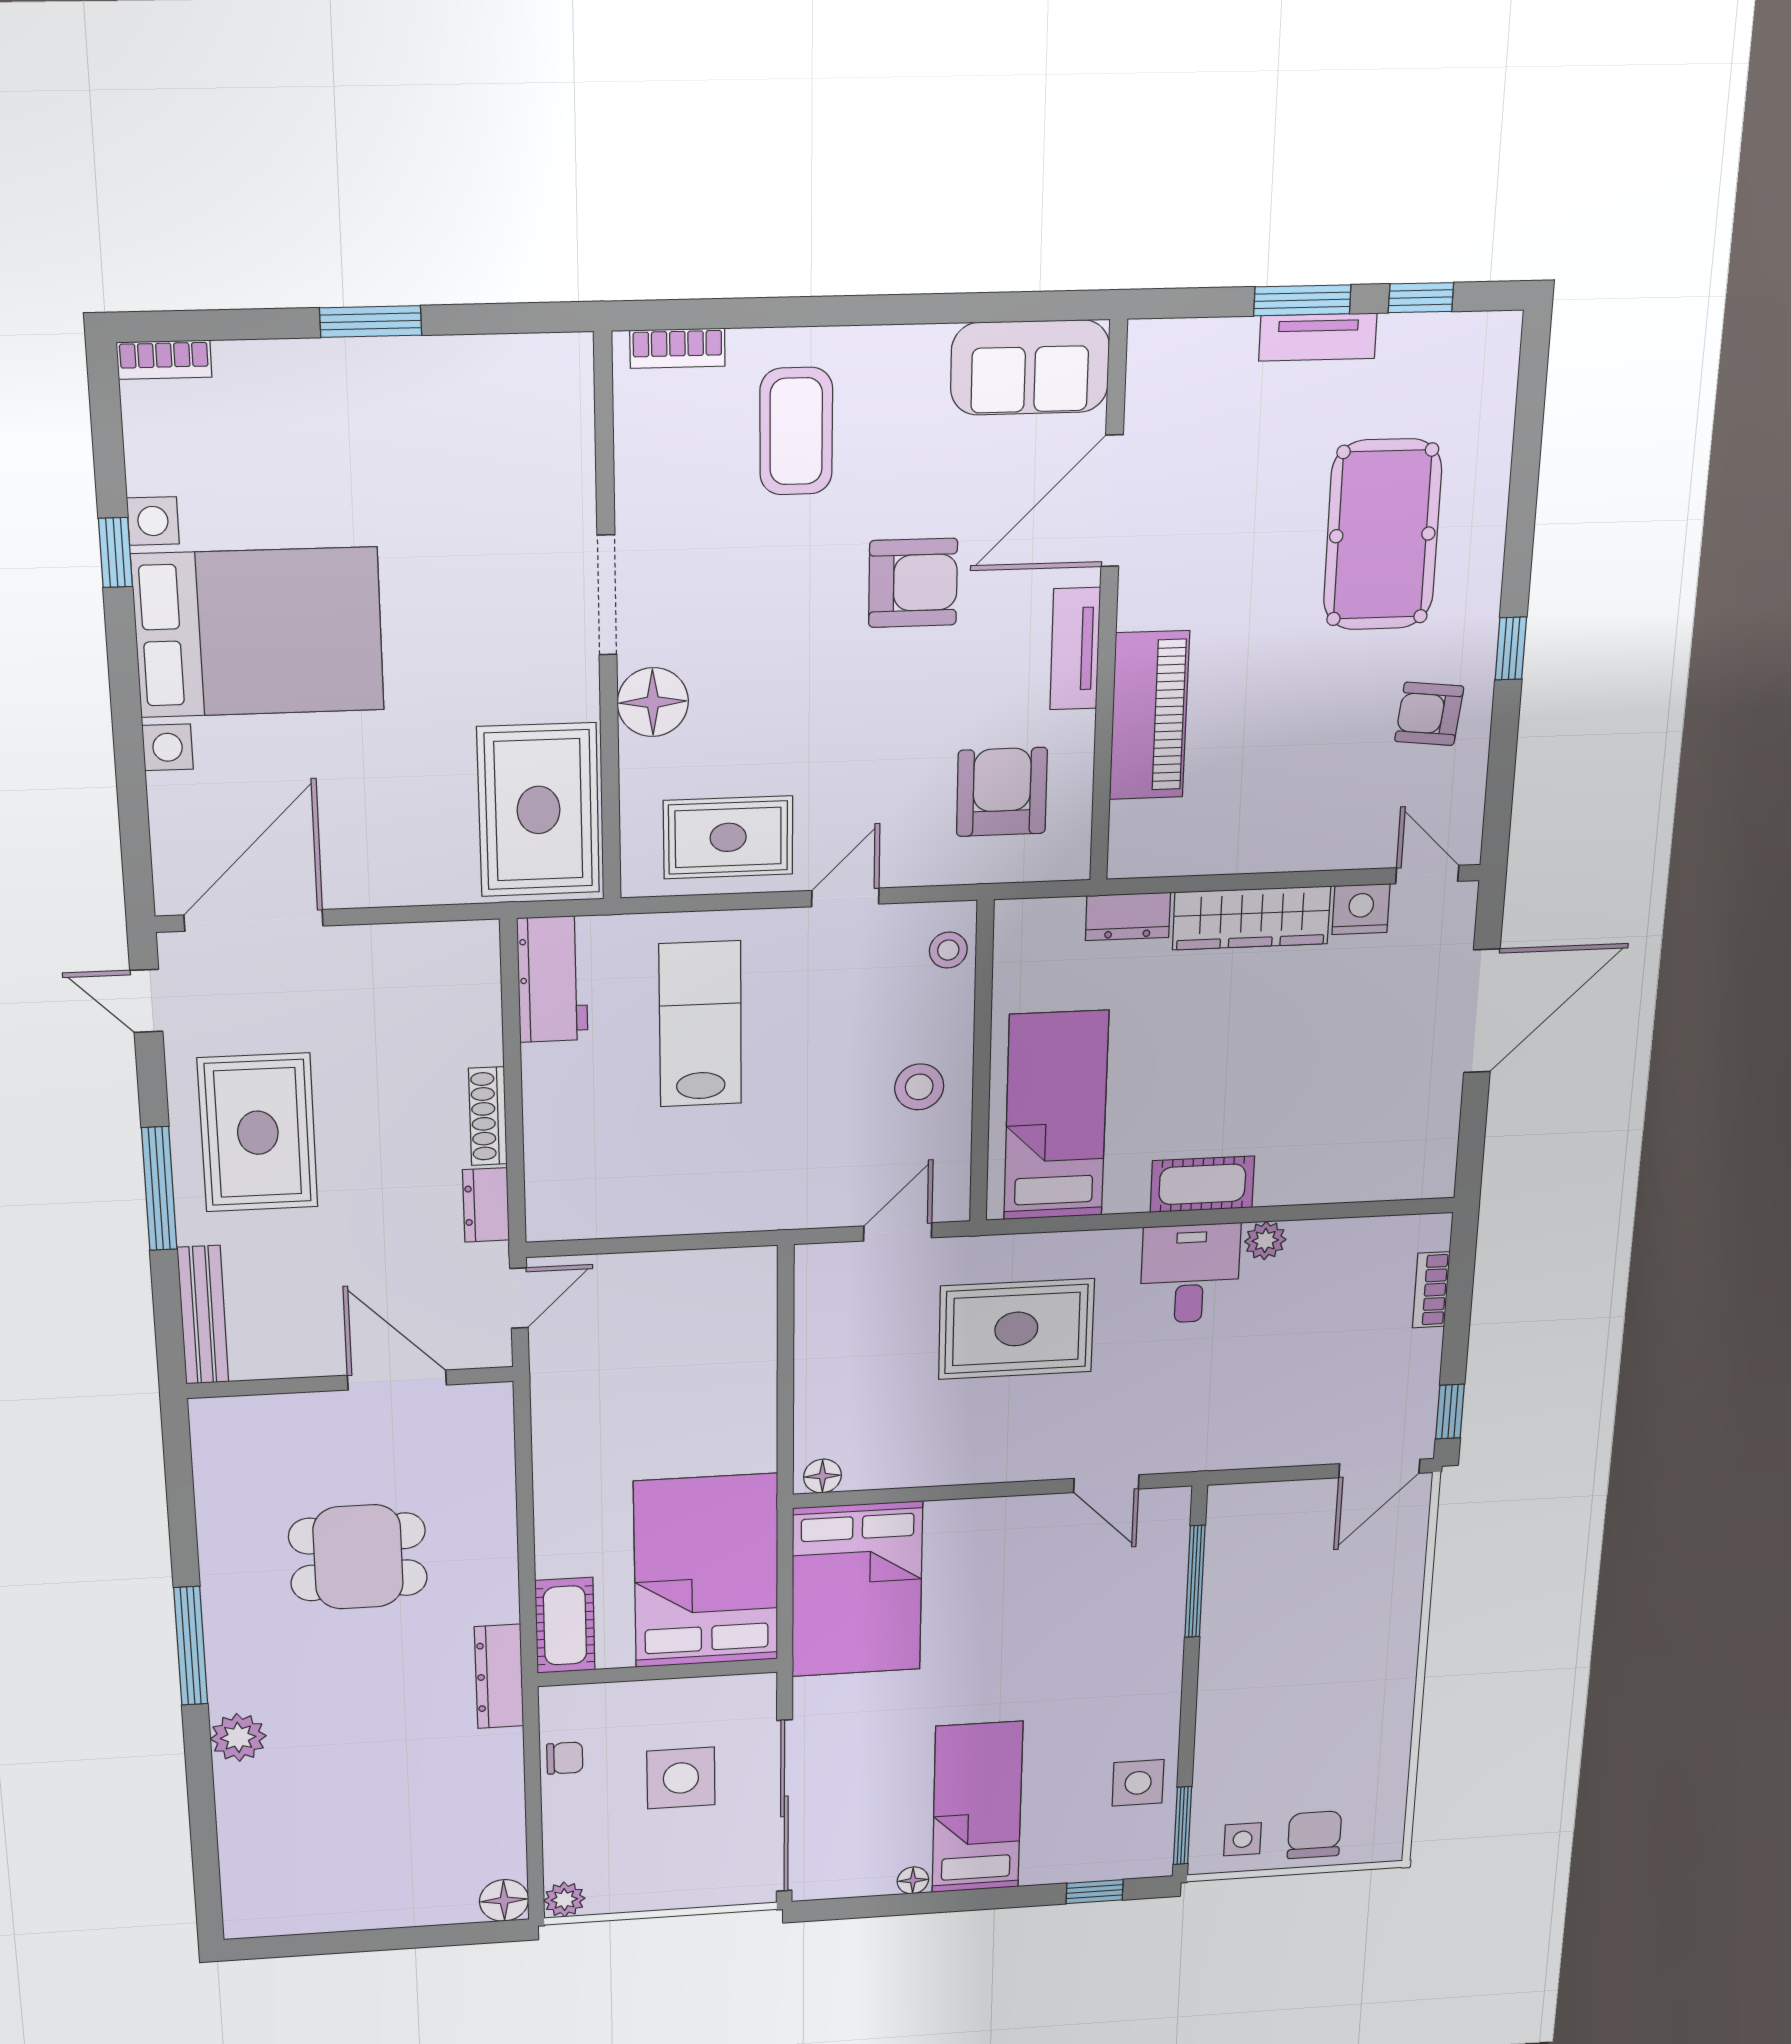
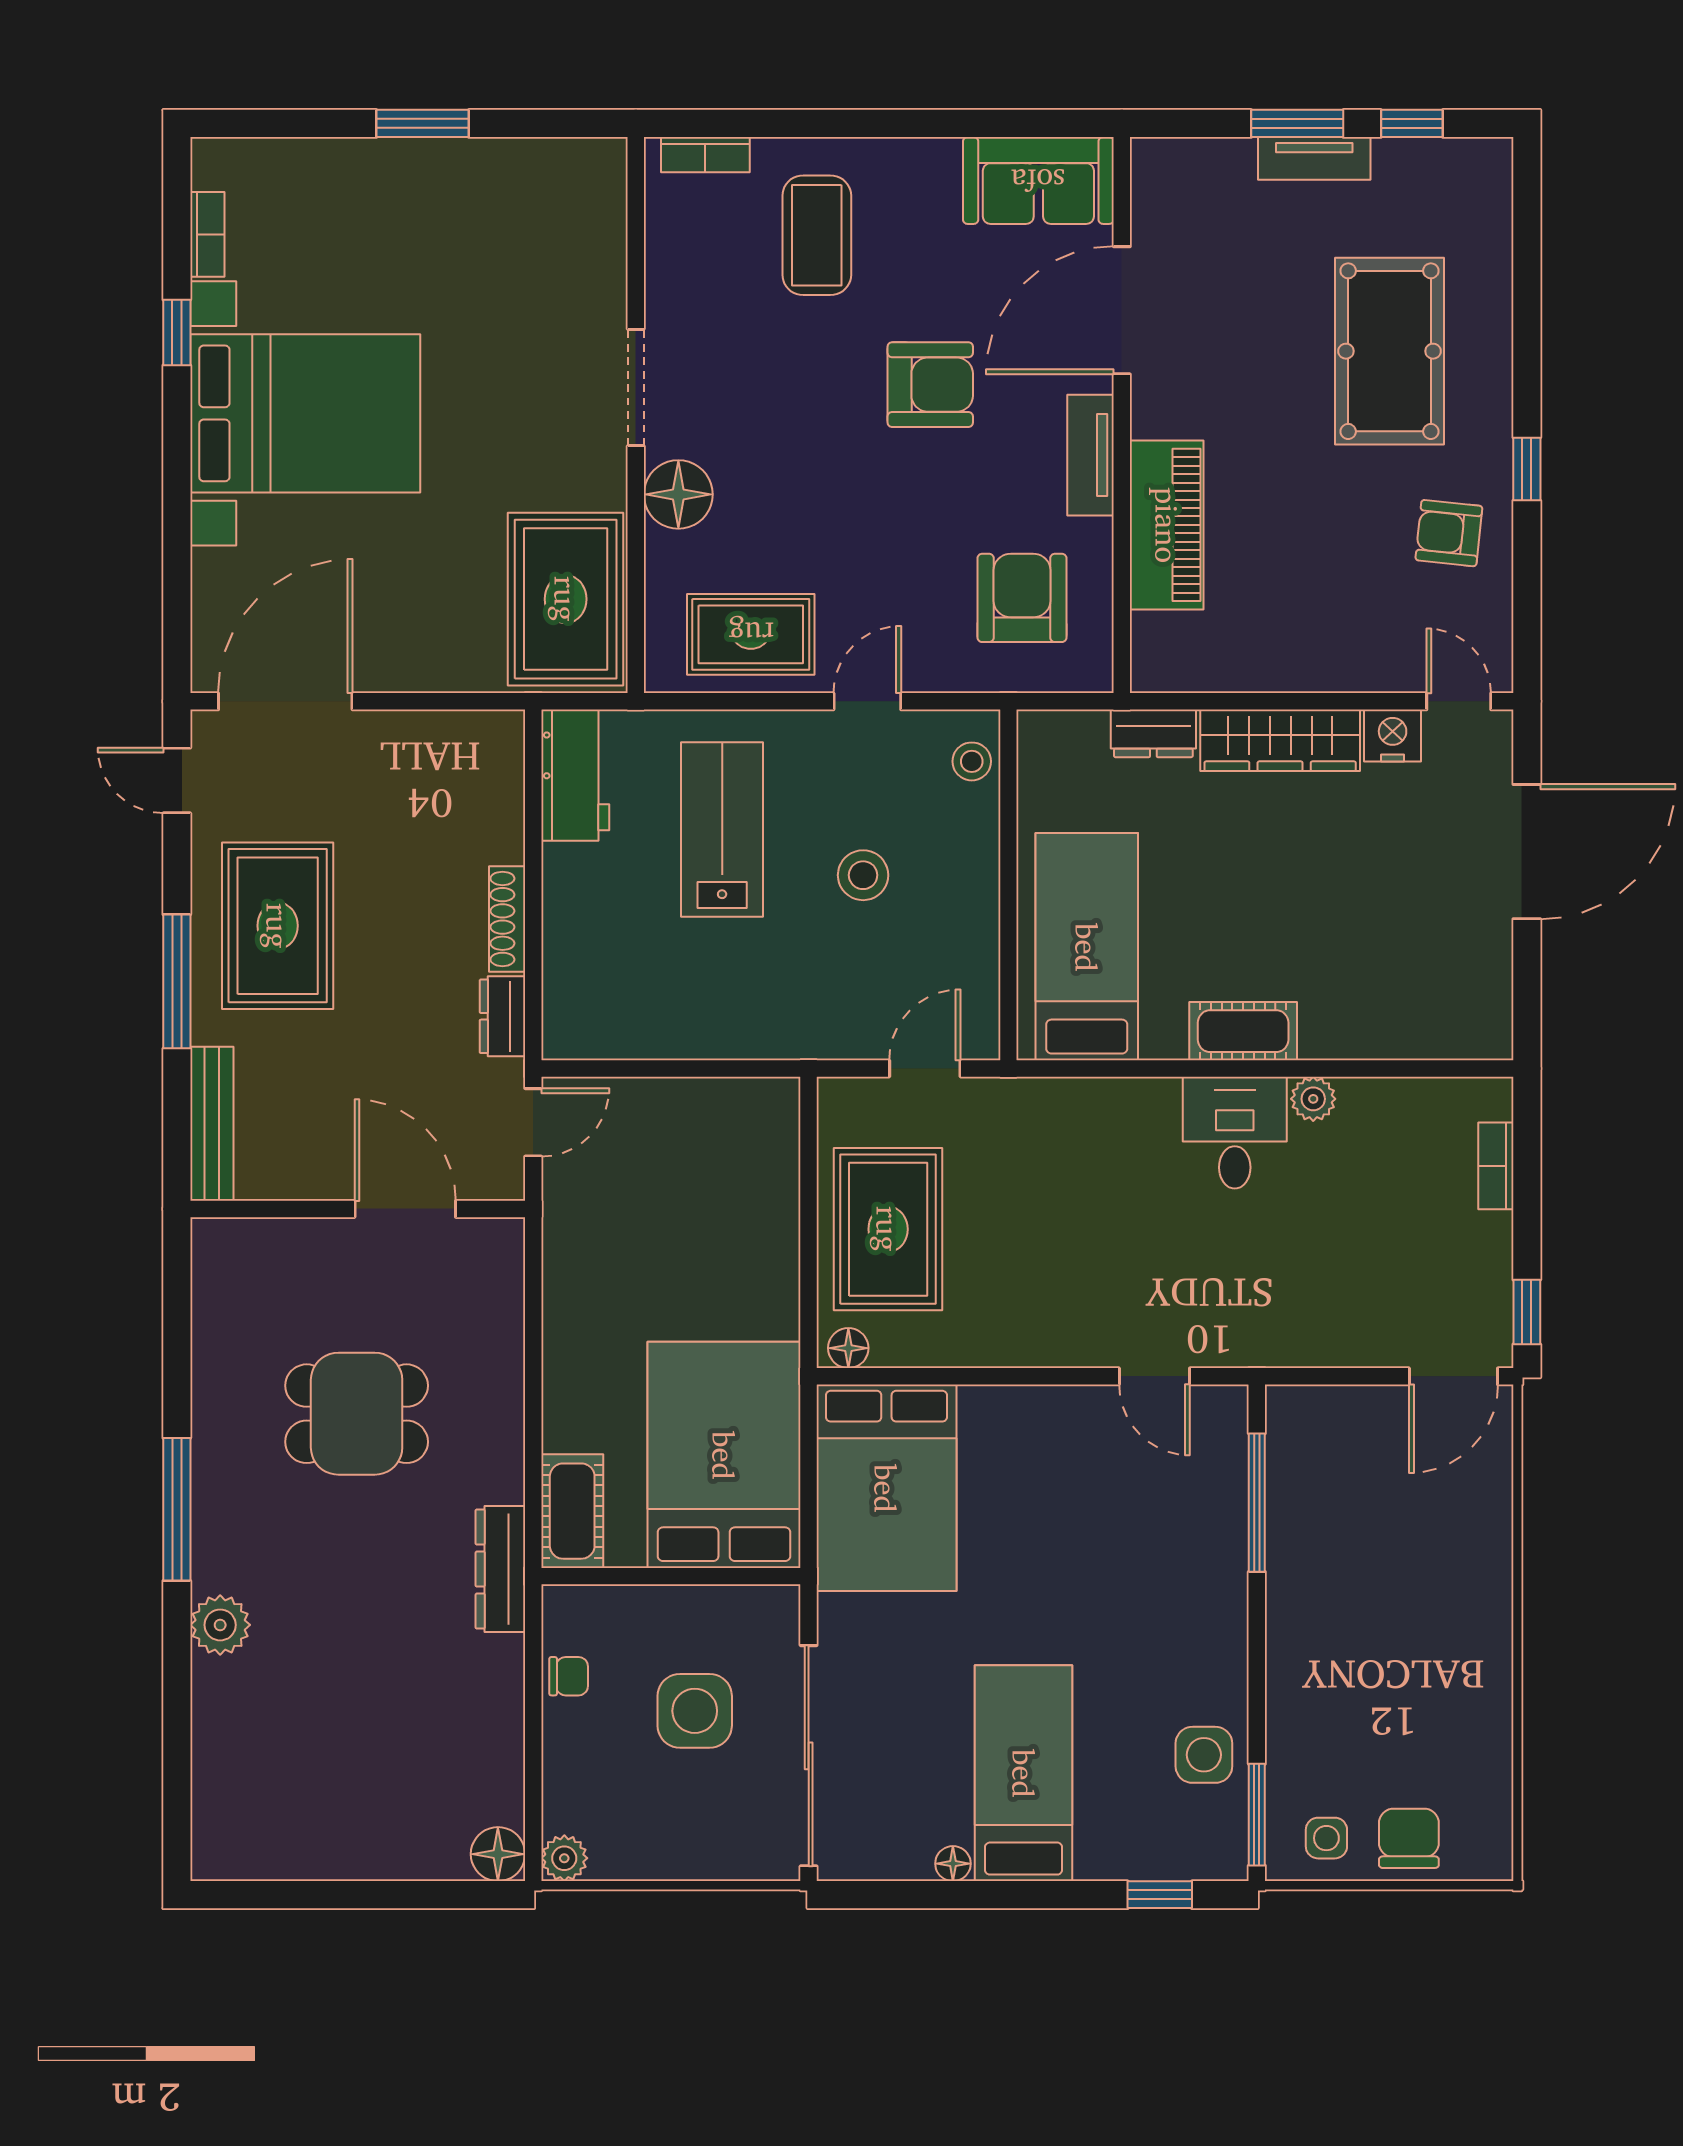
bookcase: (164, 360) -> (207, 234), moved, turned -90
stool: (919, 1087) -> (863, 875), moved
rug: (1016, 1329) -> (888, 1229), moved, turned 90

